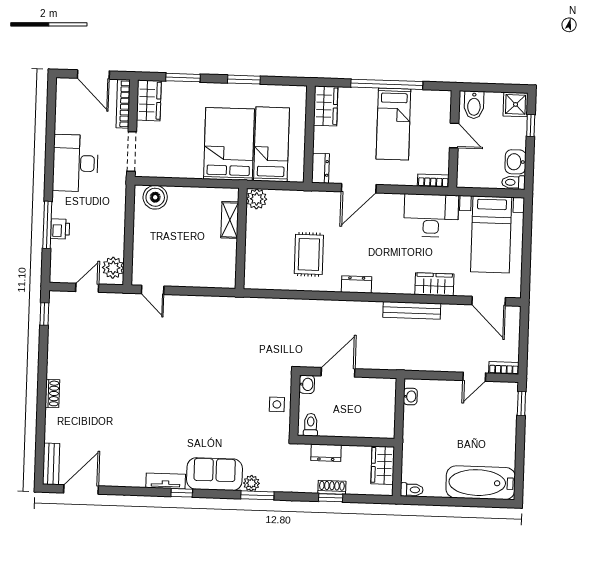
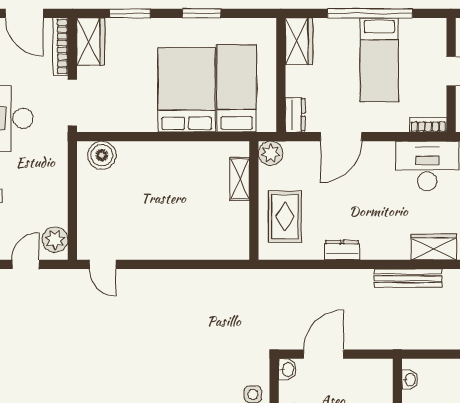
plant: (257, 199) -> (271, 153), moved
shelving: (230, 220) -> (240, 179), moved
wall: (241, 239) -> (254, 201), moved

